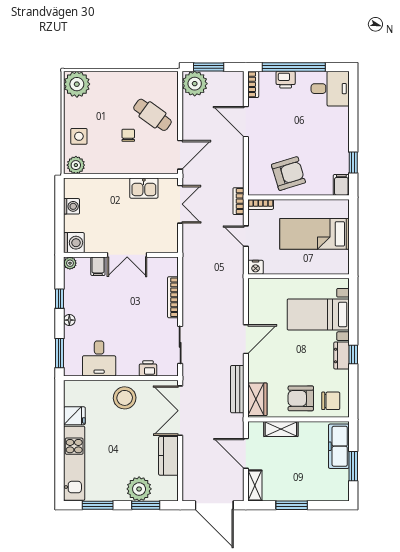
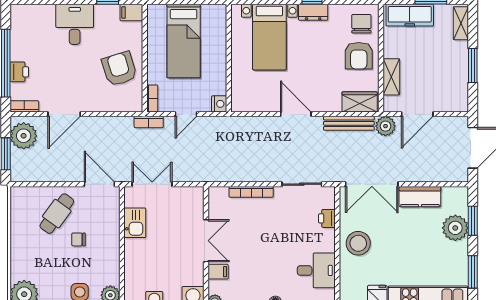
plant: (195, 84) -> (24, 136), moved
desk: (330, 89) -> (75, 24), moved
plant: (235, 423) -> (385, 126), added
shelving: (255, 486) -> (461, 23), moved, turned 90

